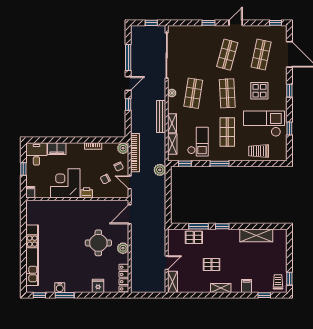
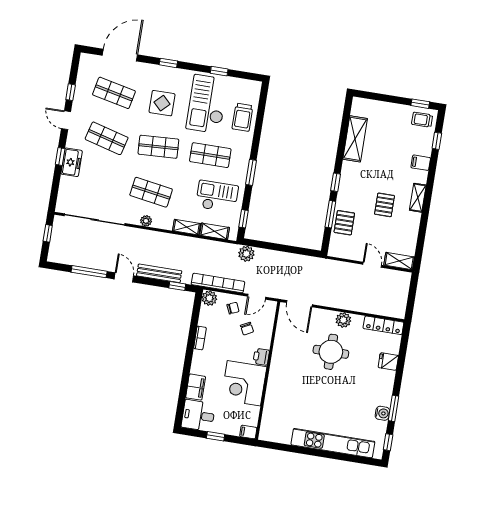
window: (275, 23) -> (71, 92), moved
freezer: (206, 32) -> (72, 162), added
window: (128, 105) -> (177, 286), moved
bench: (161, 117) -> (159, 273), moved

